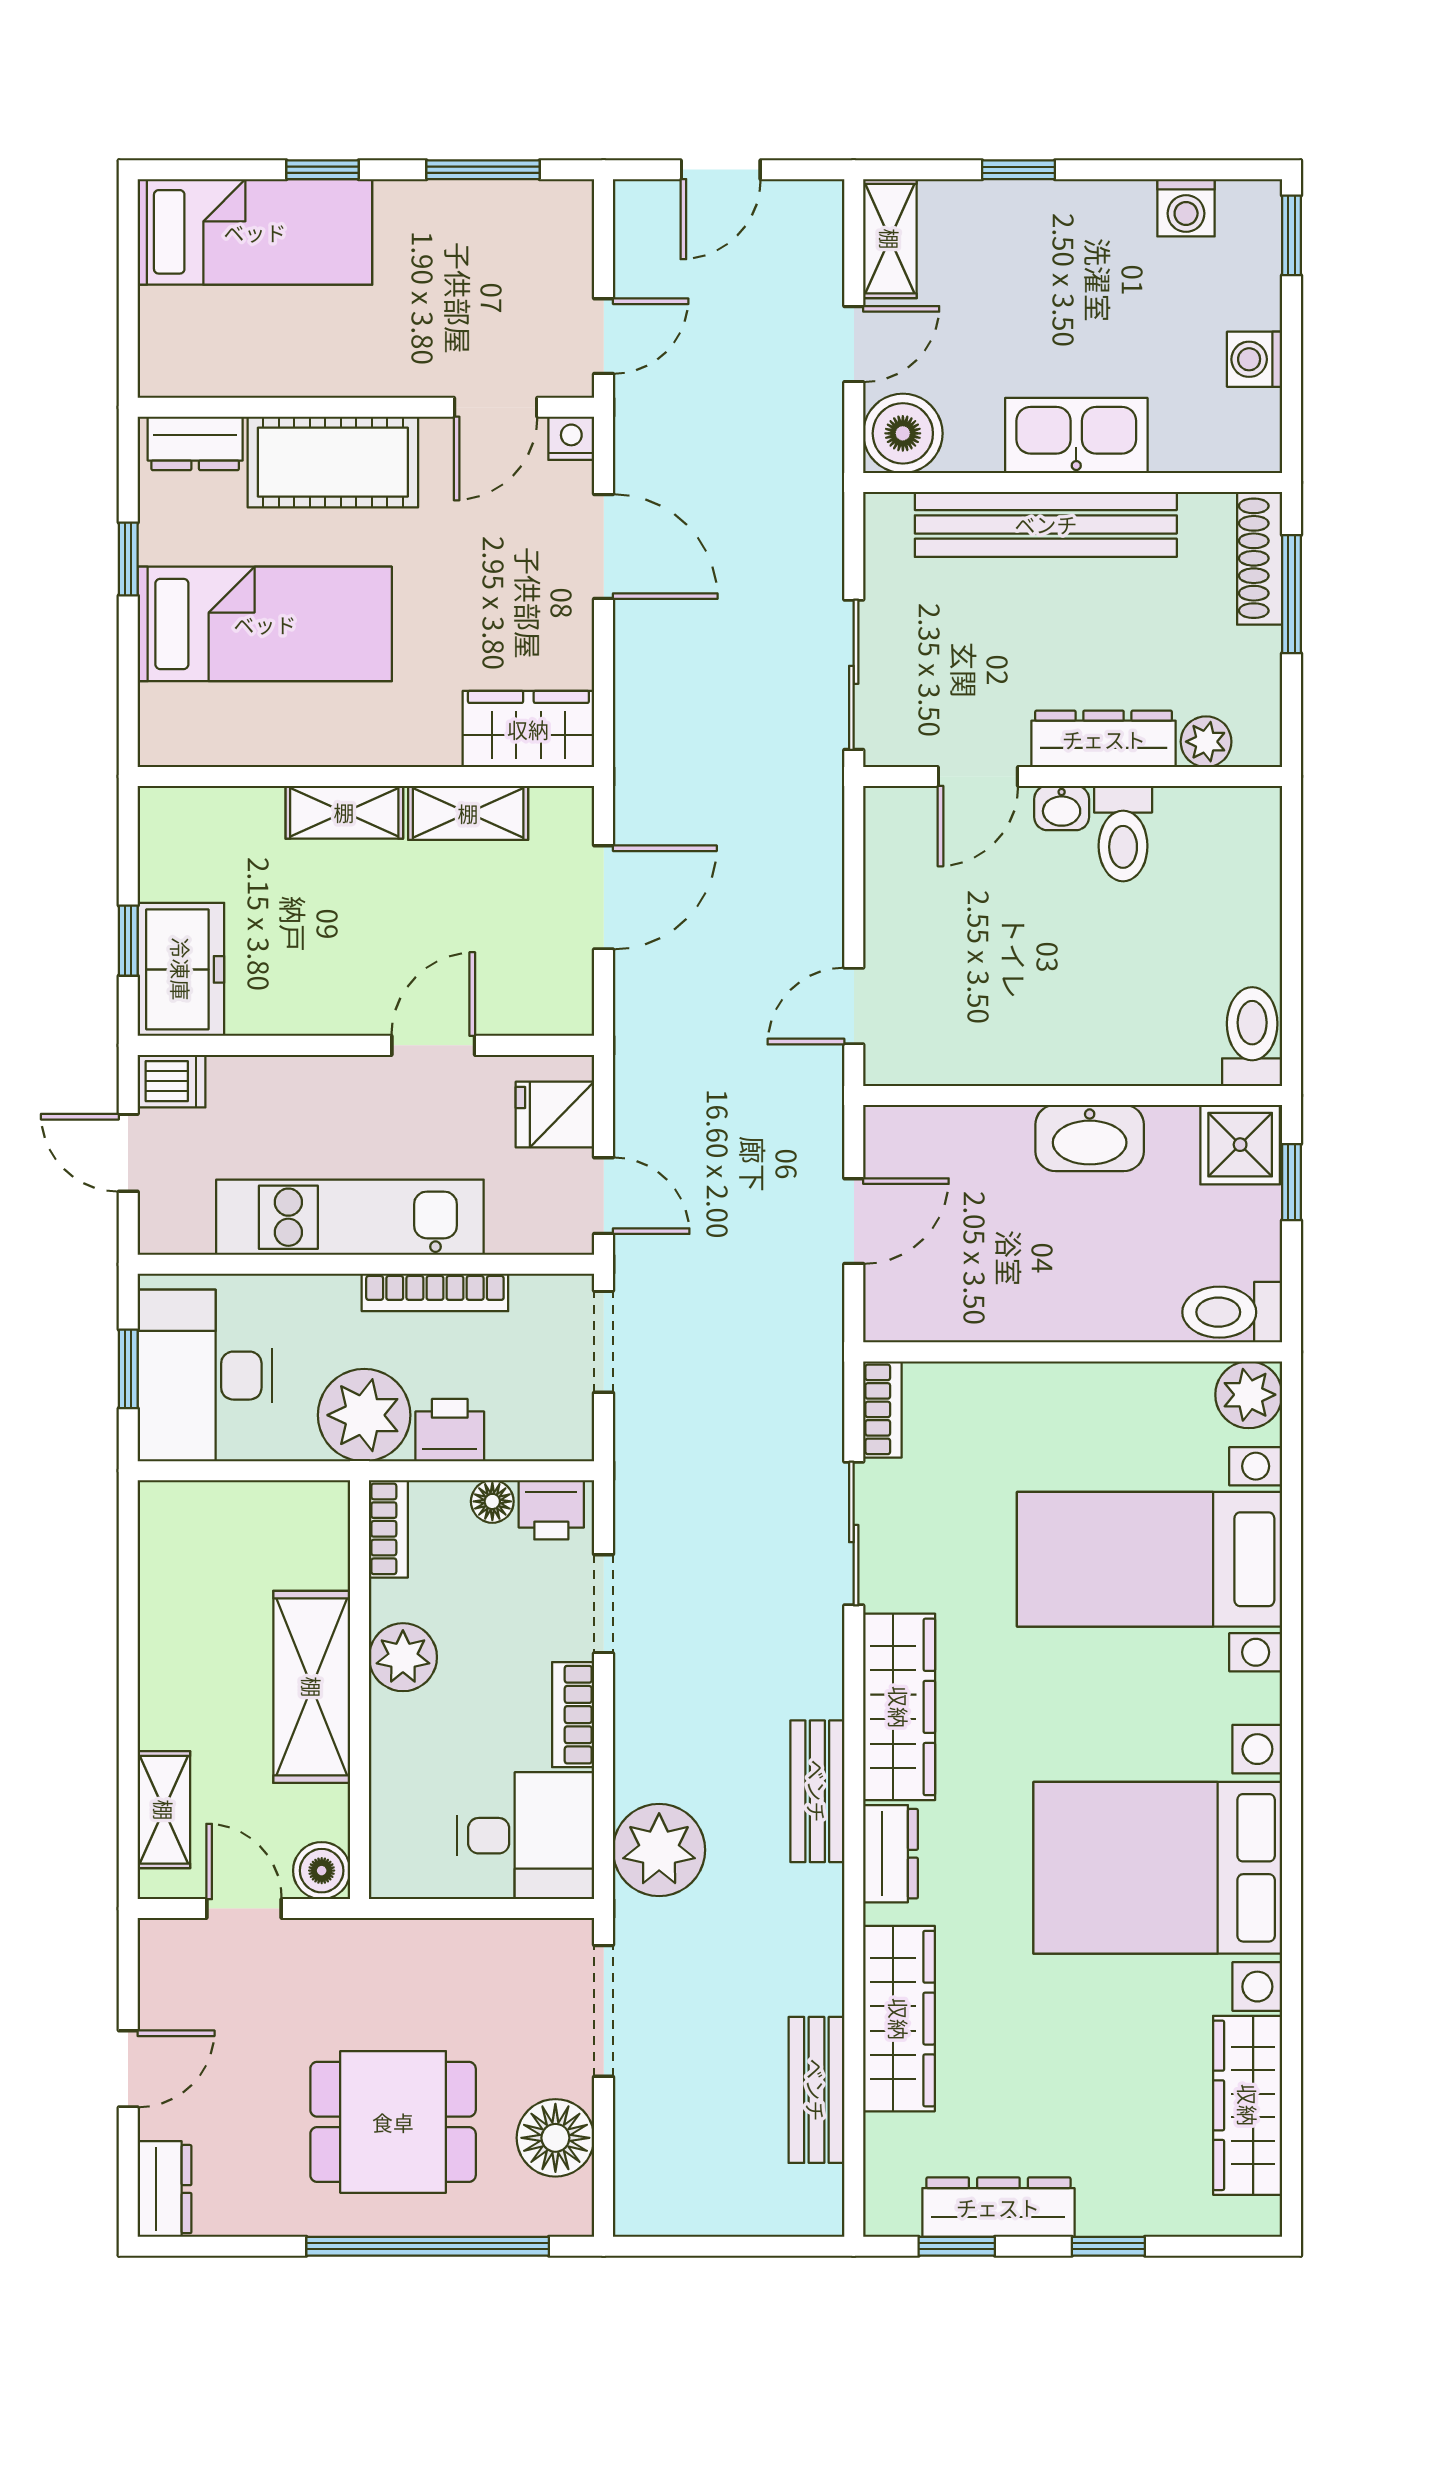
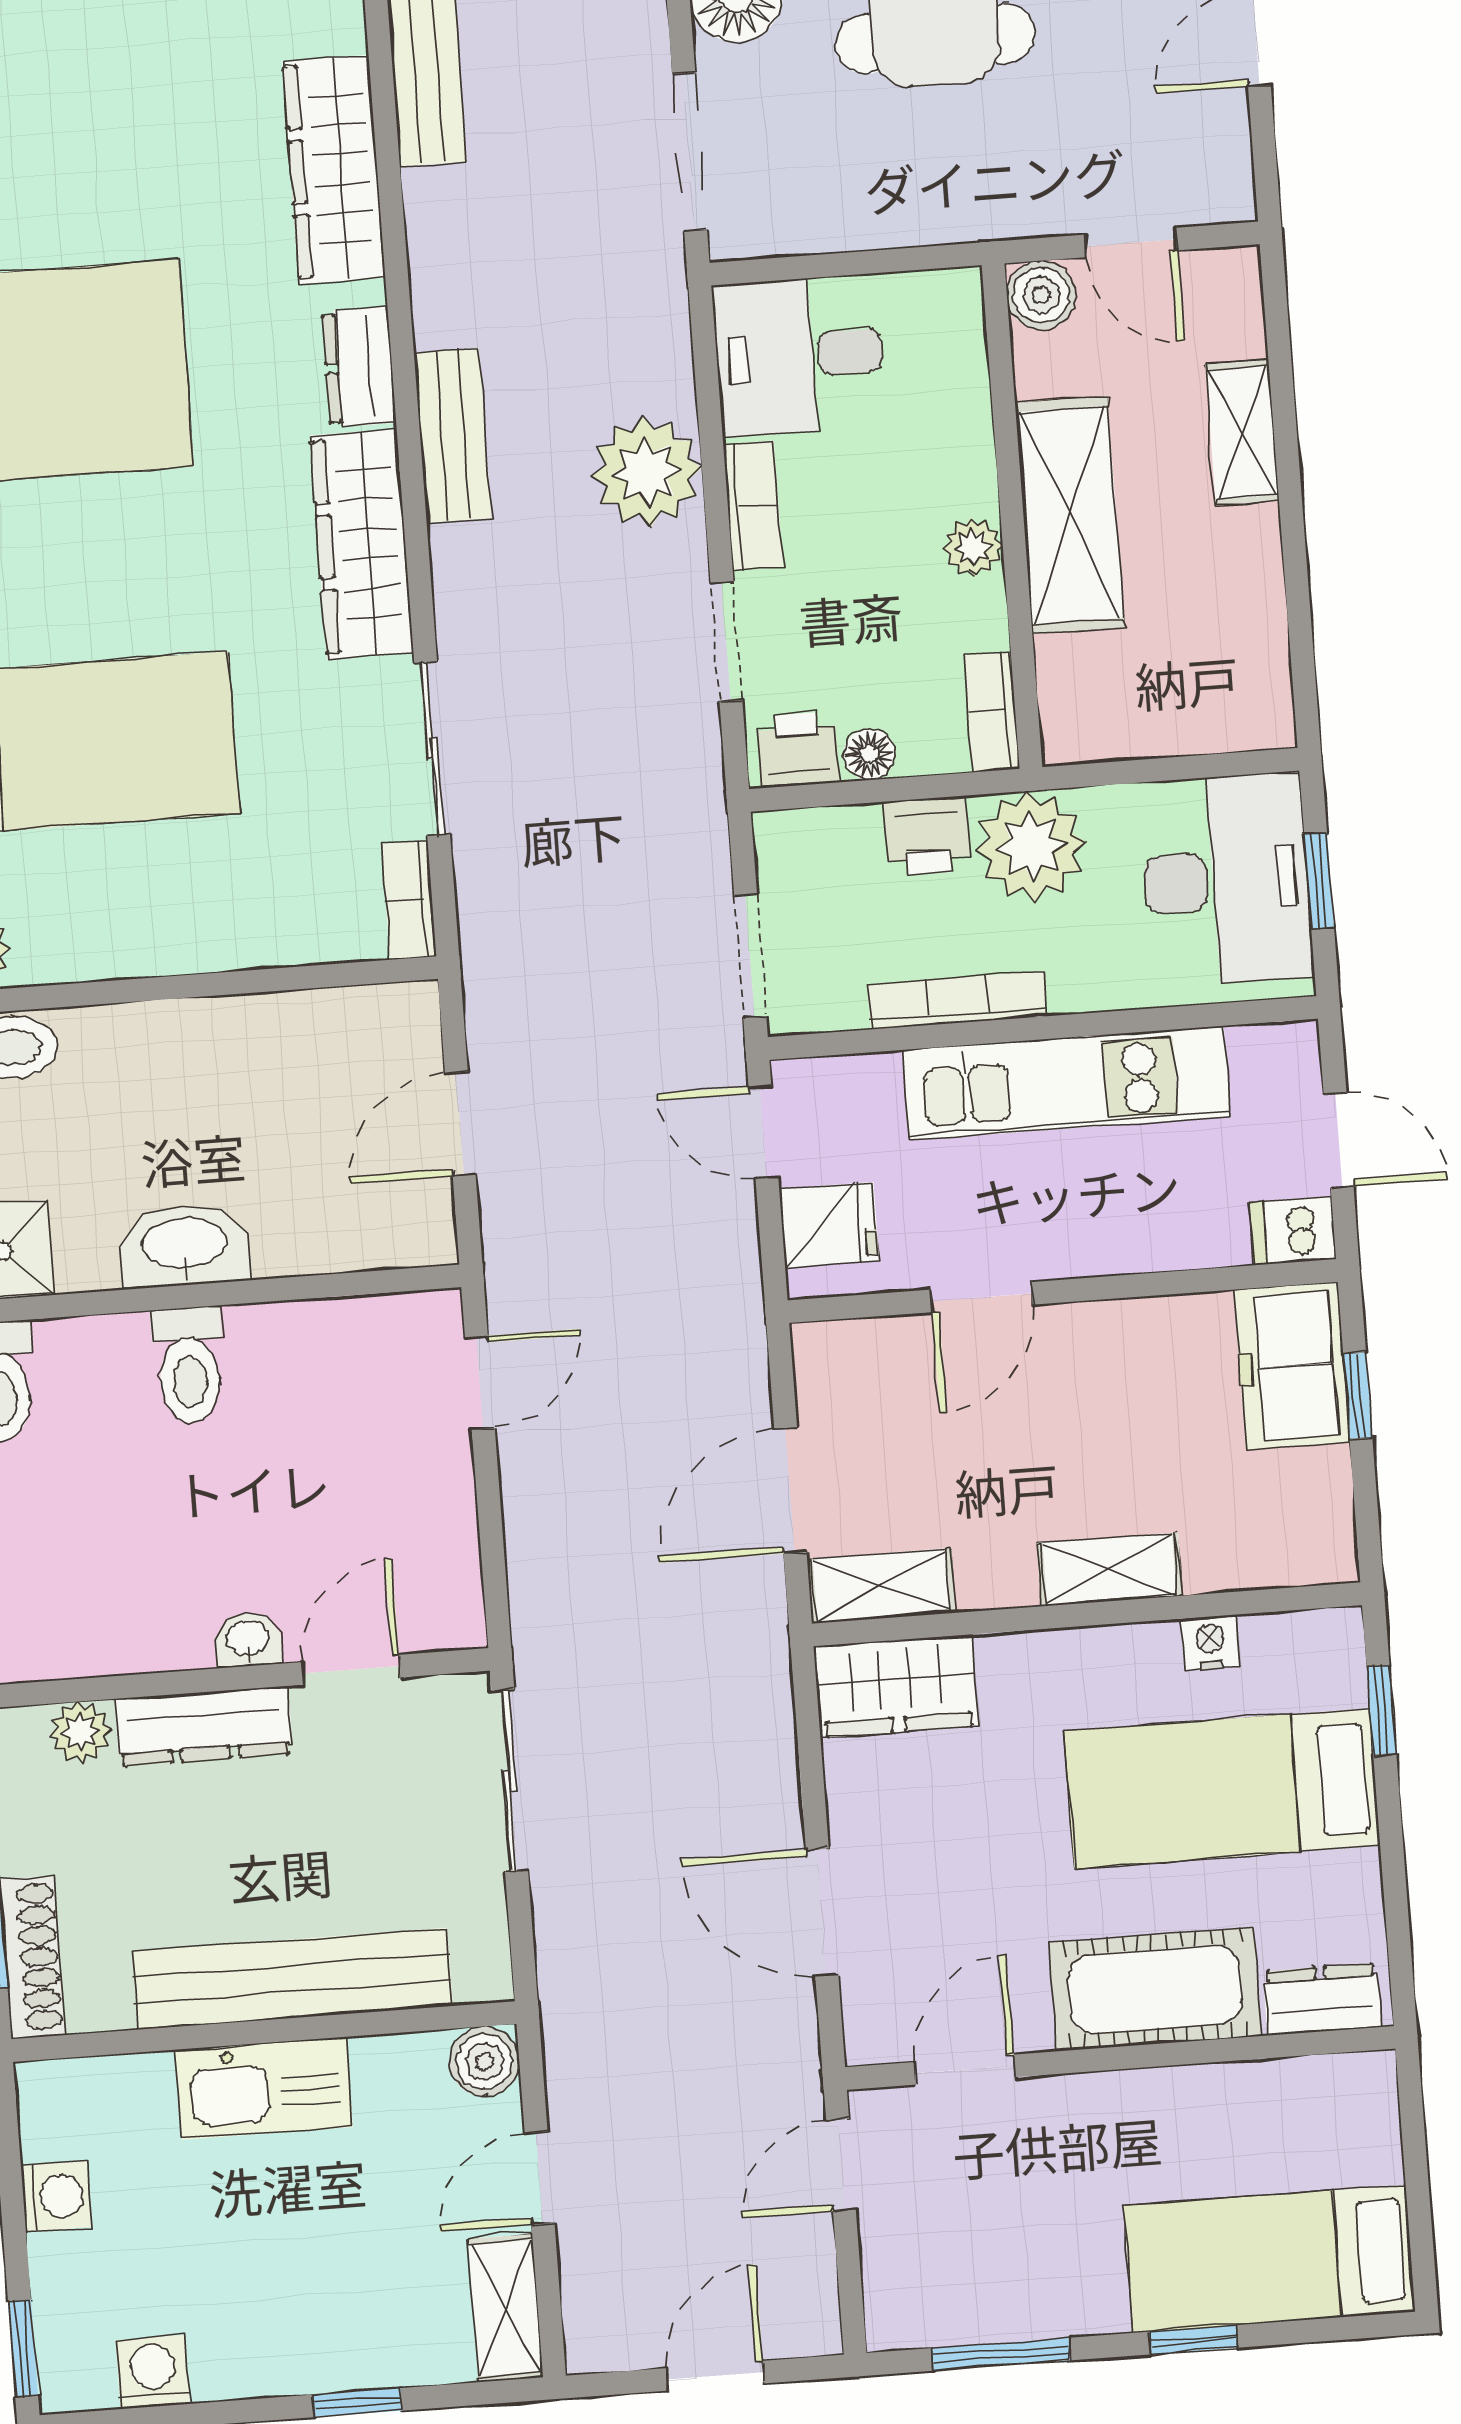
boiler: (903, 433) -> (484, 2062), width x0.73, depth x0.73
nightstand: (571, 438) -> (1210, 1643), moved, turned 180
window: (128, 559) -> (1381, 1710), moved
shelving: (468, 813) -> (881, 1586), moved
toilet: (1123, 834) -> (189, 1365), moved, turned 180
plant: (403, 1657) -> (973, 547), width x0.73, depth x0.73
shelving: (164, 1810) -> (1242, 433), moved
plant: (659, 1850) -> (647, 472), moved

